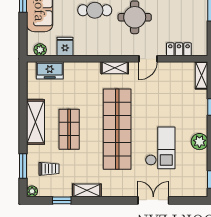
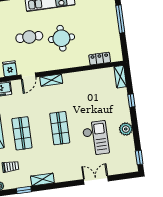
door: (148, 59) -> (28, 76), moved
shop shelf: (117, 129) -> (60, 128), width x0.50, depth x0.74

